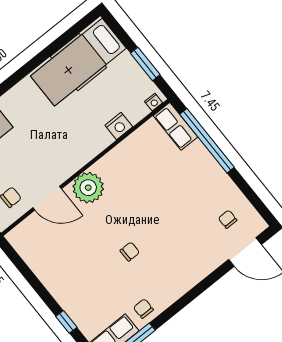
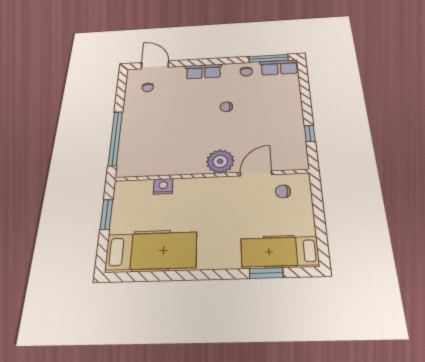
nightstand: (154, 102) -> (125, 185), removed
row of seats: (175, 126) -> (203, 71), moved, turned 90
door: (47, 198) -> (256, 173), hinge flipped
window: (66, 322) -> (310, 133), moved

